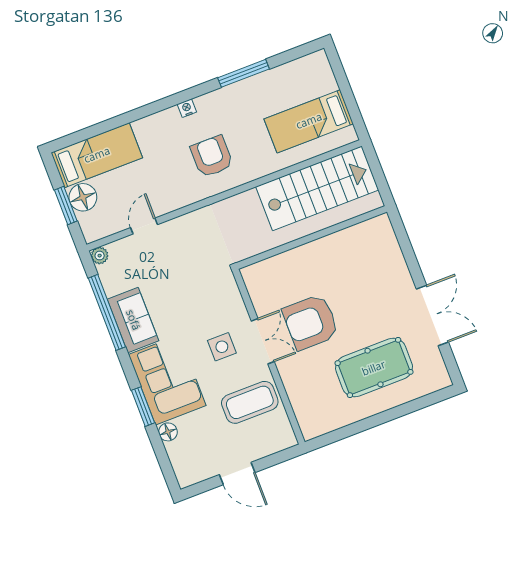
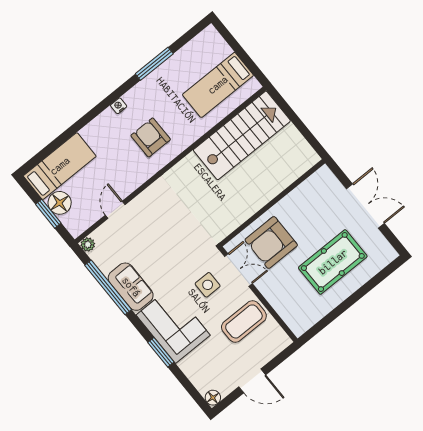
wall: (312, 237) -> (272, 203), moved
floor lamp: (168, 432) -> (213, 398), moved

